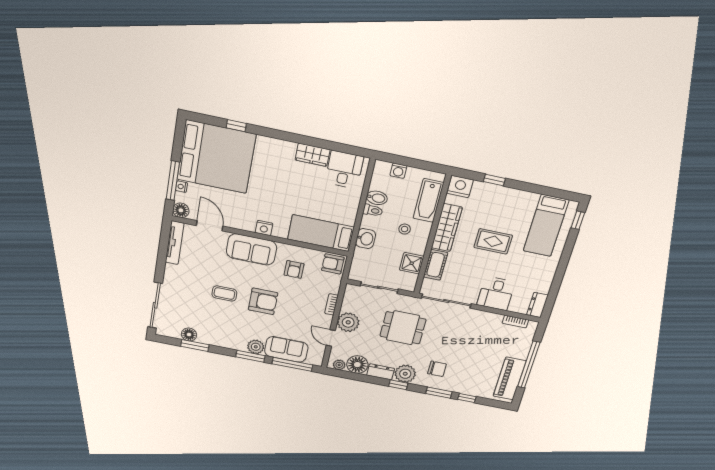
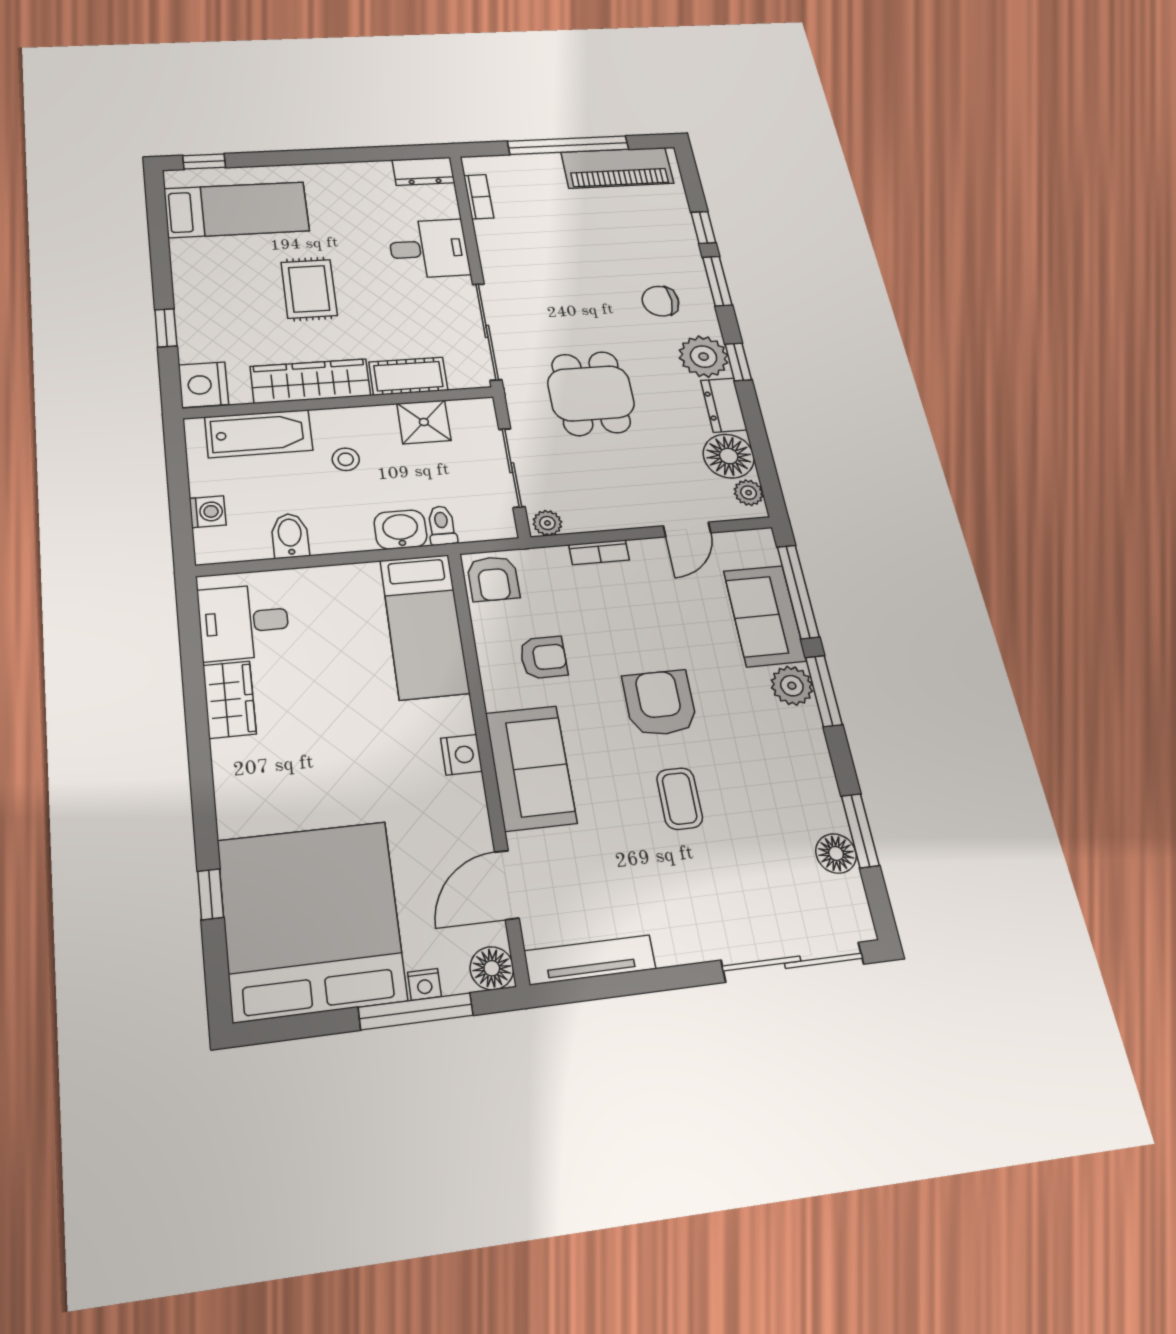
toilet: (373, 210) -> (442, 525), moved
plant: (348, 322) -> (547, 523), moved, width x0.53, depth x0.53
chair: (437, 369) -> (660, 301), turned -90

